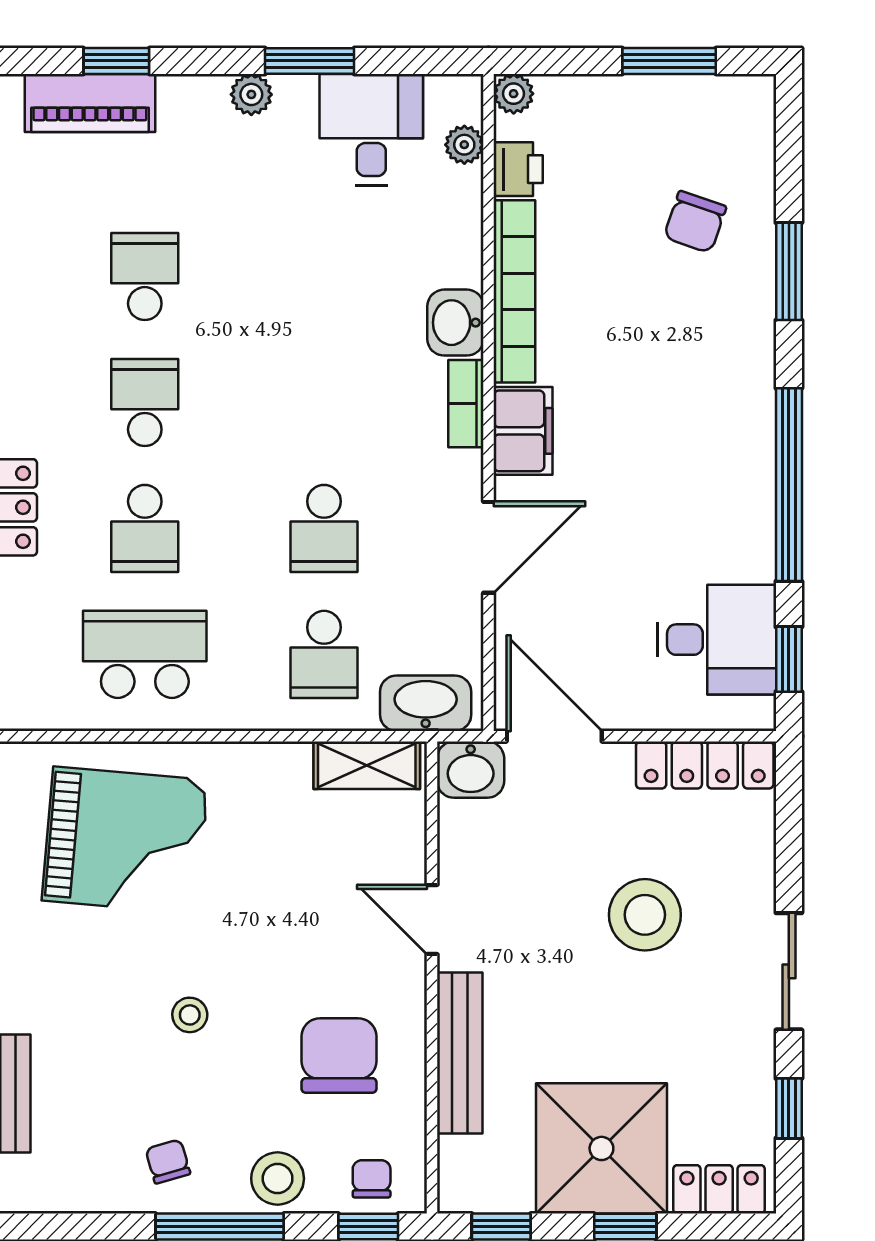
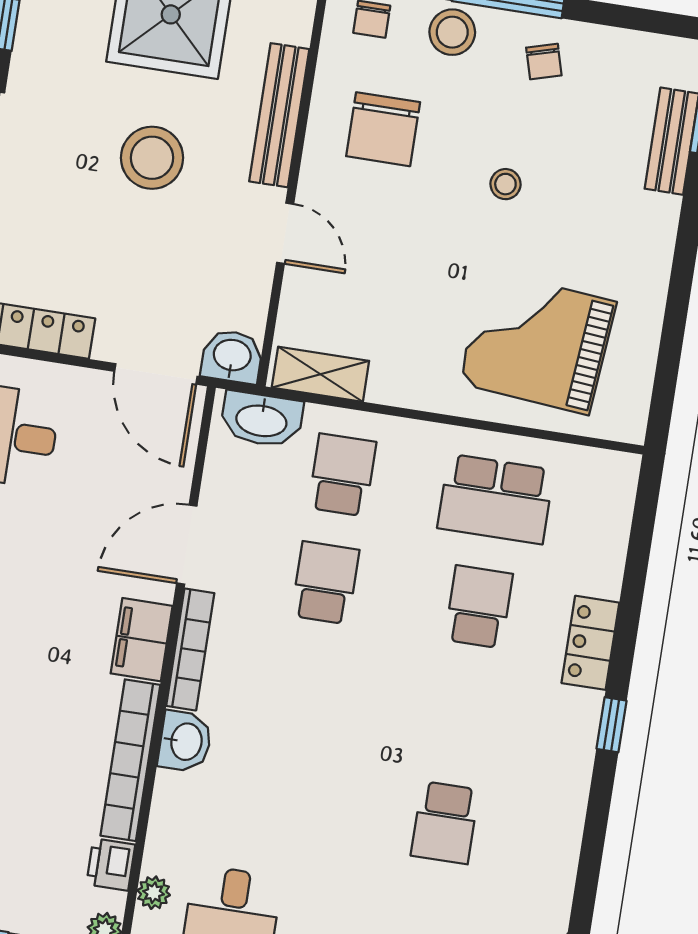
school desk: (145, 402) -> (462, 715), removed
bookcase: (466, 404) -> (190, 650), width x1.56
stool: (645, 915) -> (152, 158), moved

